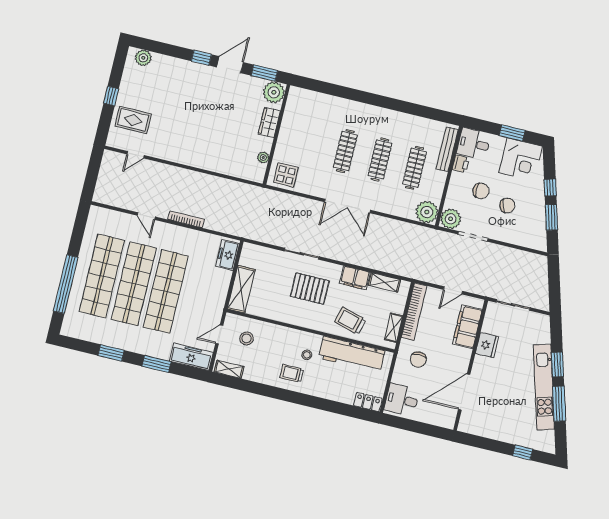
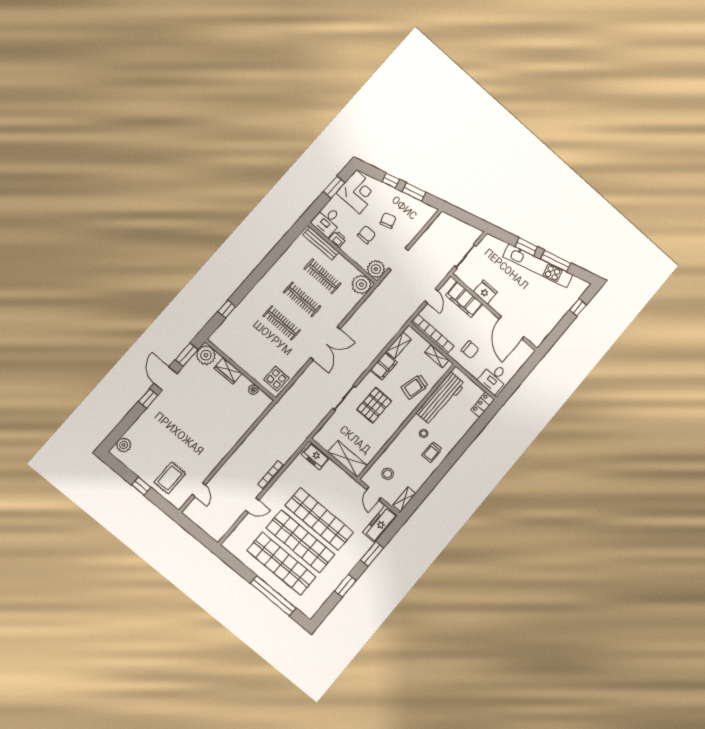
window: (331, 89) -> (227, 309), added

